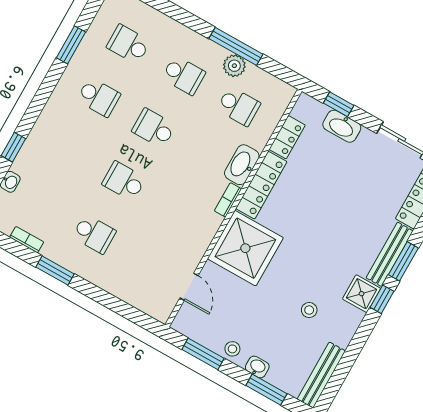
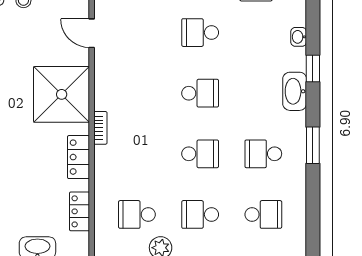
window: (71, 45) -> (313, 145), moved
washbasin: (242, 165) -> (295, 91), moved, turned 180
locker: (261, 185) -> (79, 157), width x0.66

